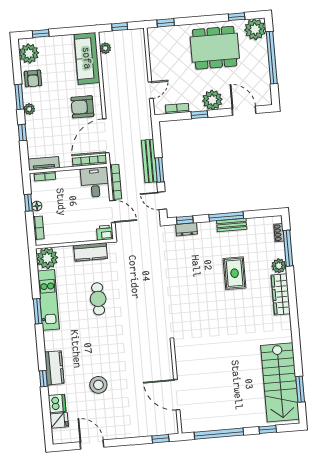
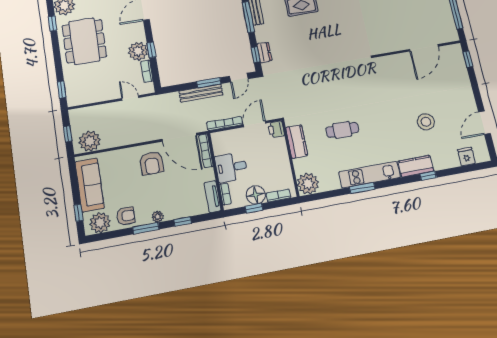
plant: (105, 48) -> (90, 141), width x1.87, depth x1.87
sofa: (87, 58) -> (90, 185), moved, turned -90
plant: (212, 100) -> (138, 51), moved
desk: (95, 182) -> (231, 167), moved
floor lamp: (37, 206) -> (256, 195), width x1.89, depth x1.89
kitchen unit: (48, 300) -> (370, 175), moved
dishwasher: (57, 403) -> (450, 160), removed

